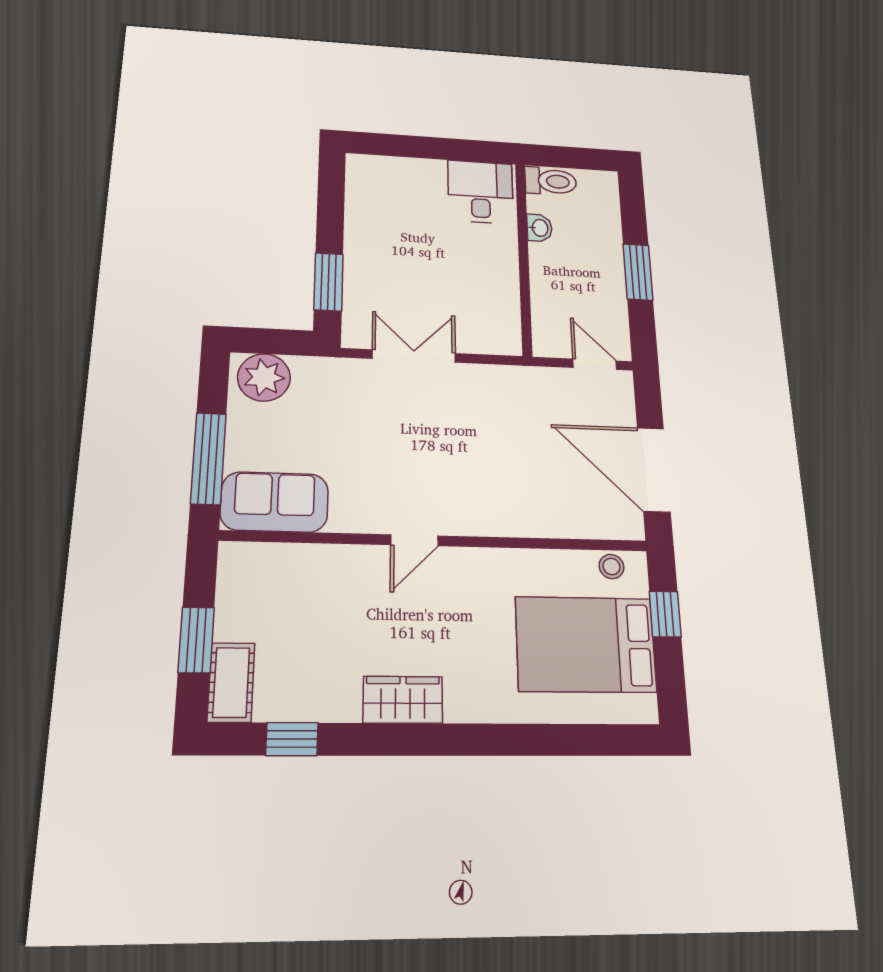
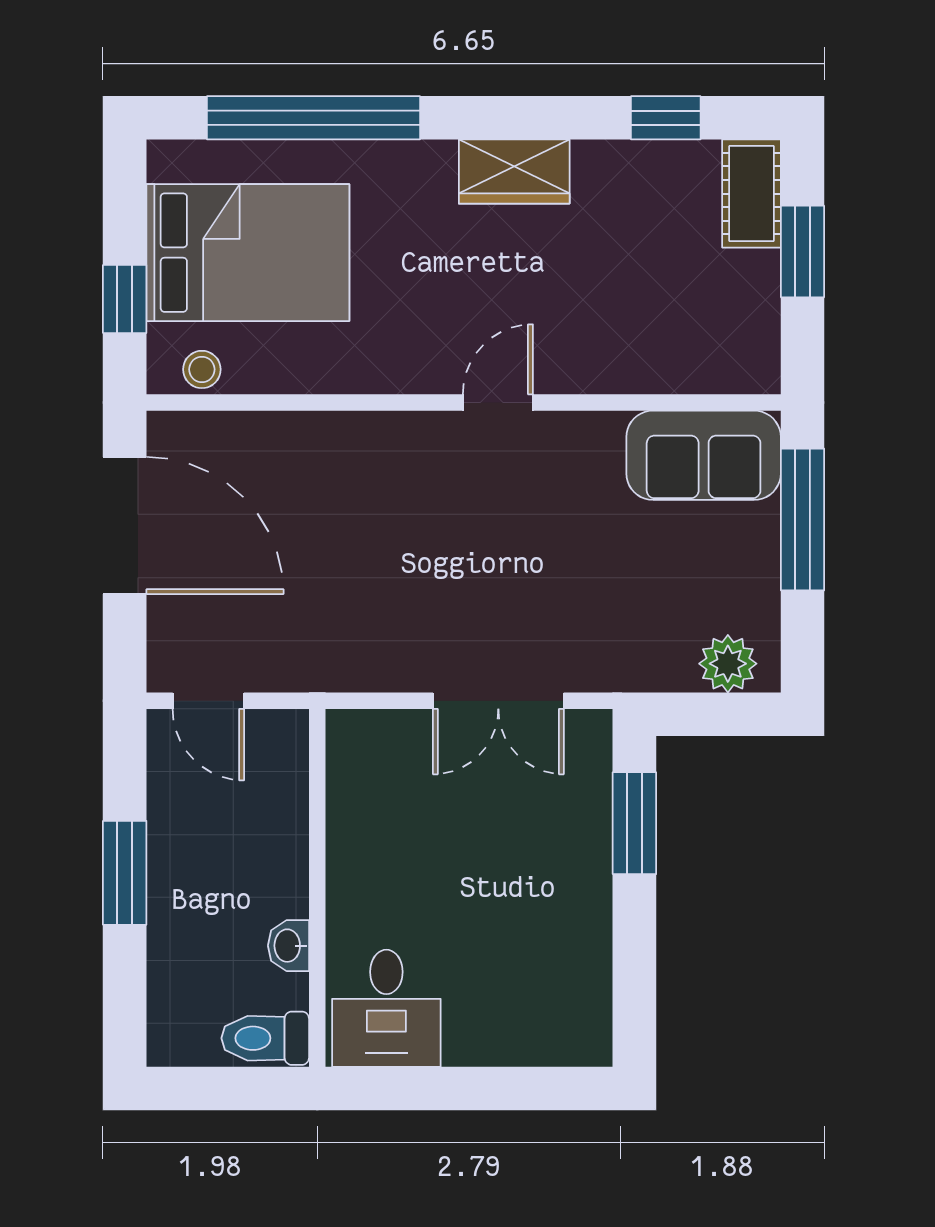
plant: (264, 377) -> (728, 664), width x0.73, depth x0.73
window: (545, 740) -> (313, 118), added

